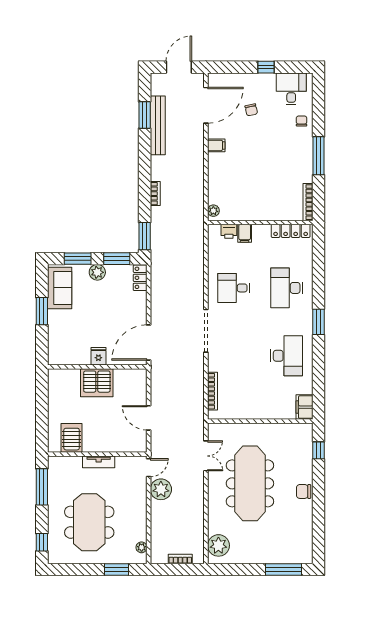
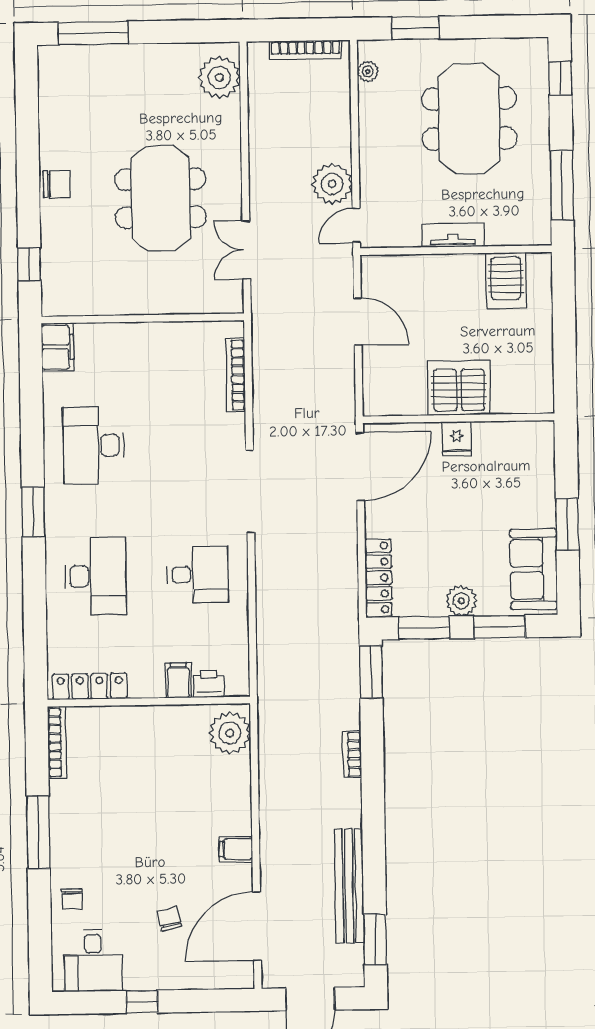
window: (145, 115) -> (375, 939), moved
plant: (213, 211) -> (230, 733), width x1.88, depth x1.88
locker: (140, 278) -> (378, 578), width x1.53
meeting table: (250, 483) -> (160, 198), width x0.73
bookcase: (180, 559) -> (306, 50), width x1.56

